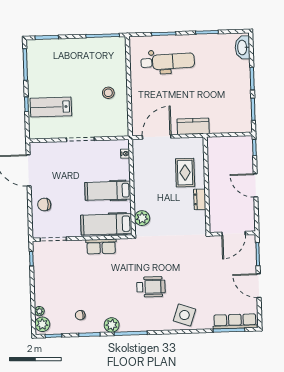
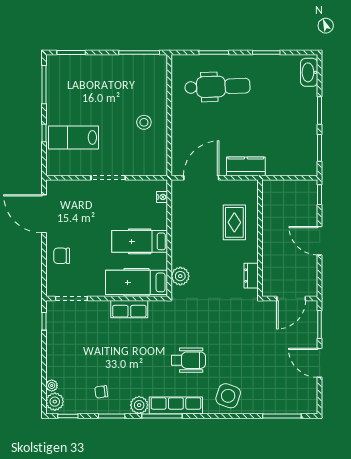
dresser: (200, 199) -> (251, 276), moved
row of seats: (235, 321) -> (176, 405), moved

